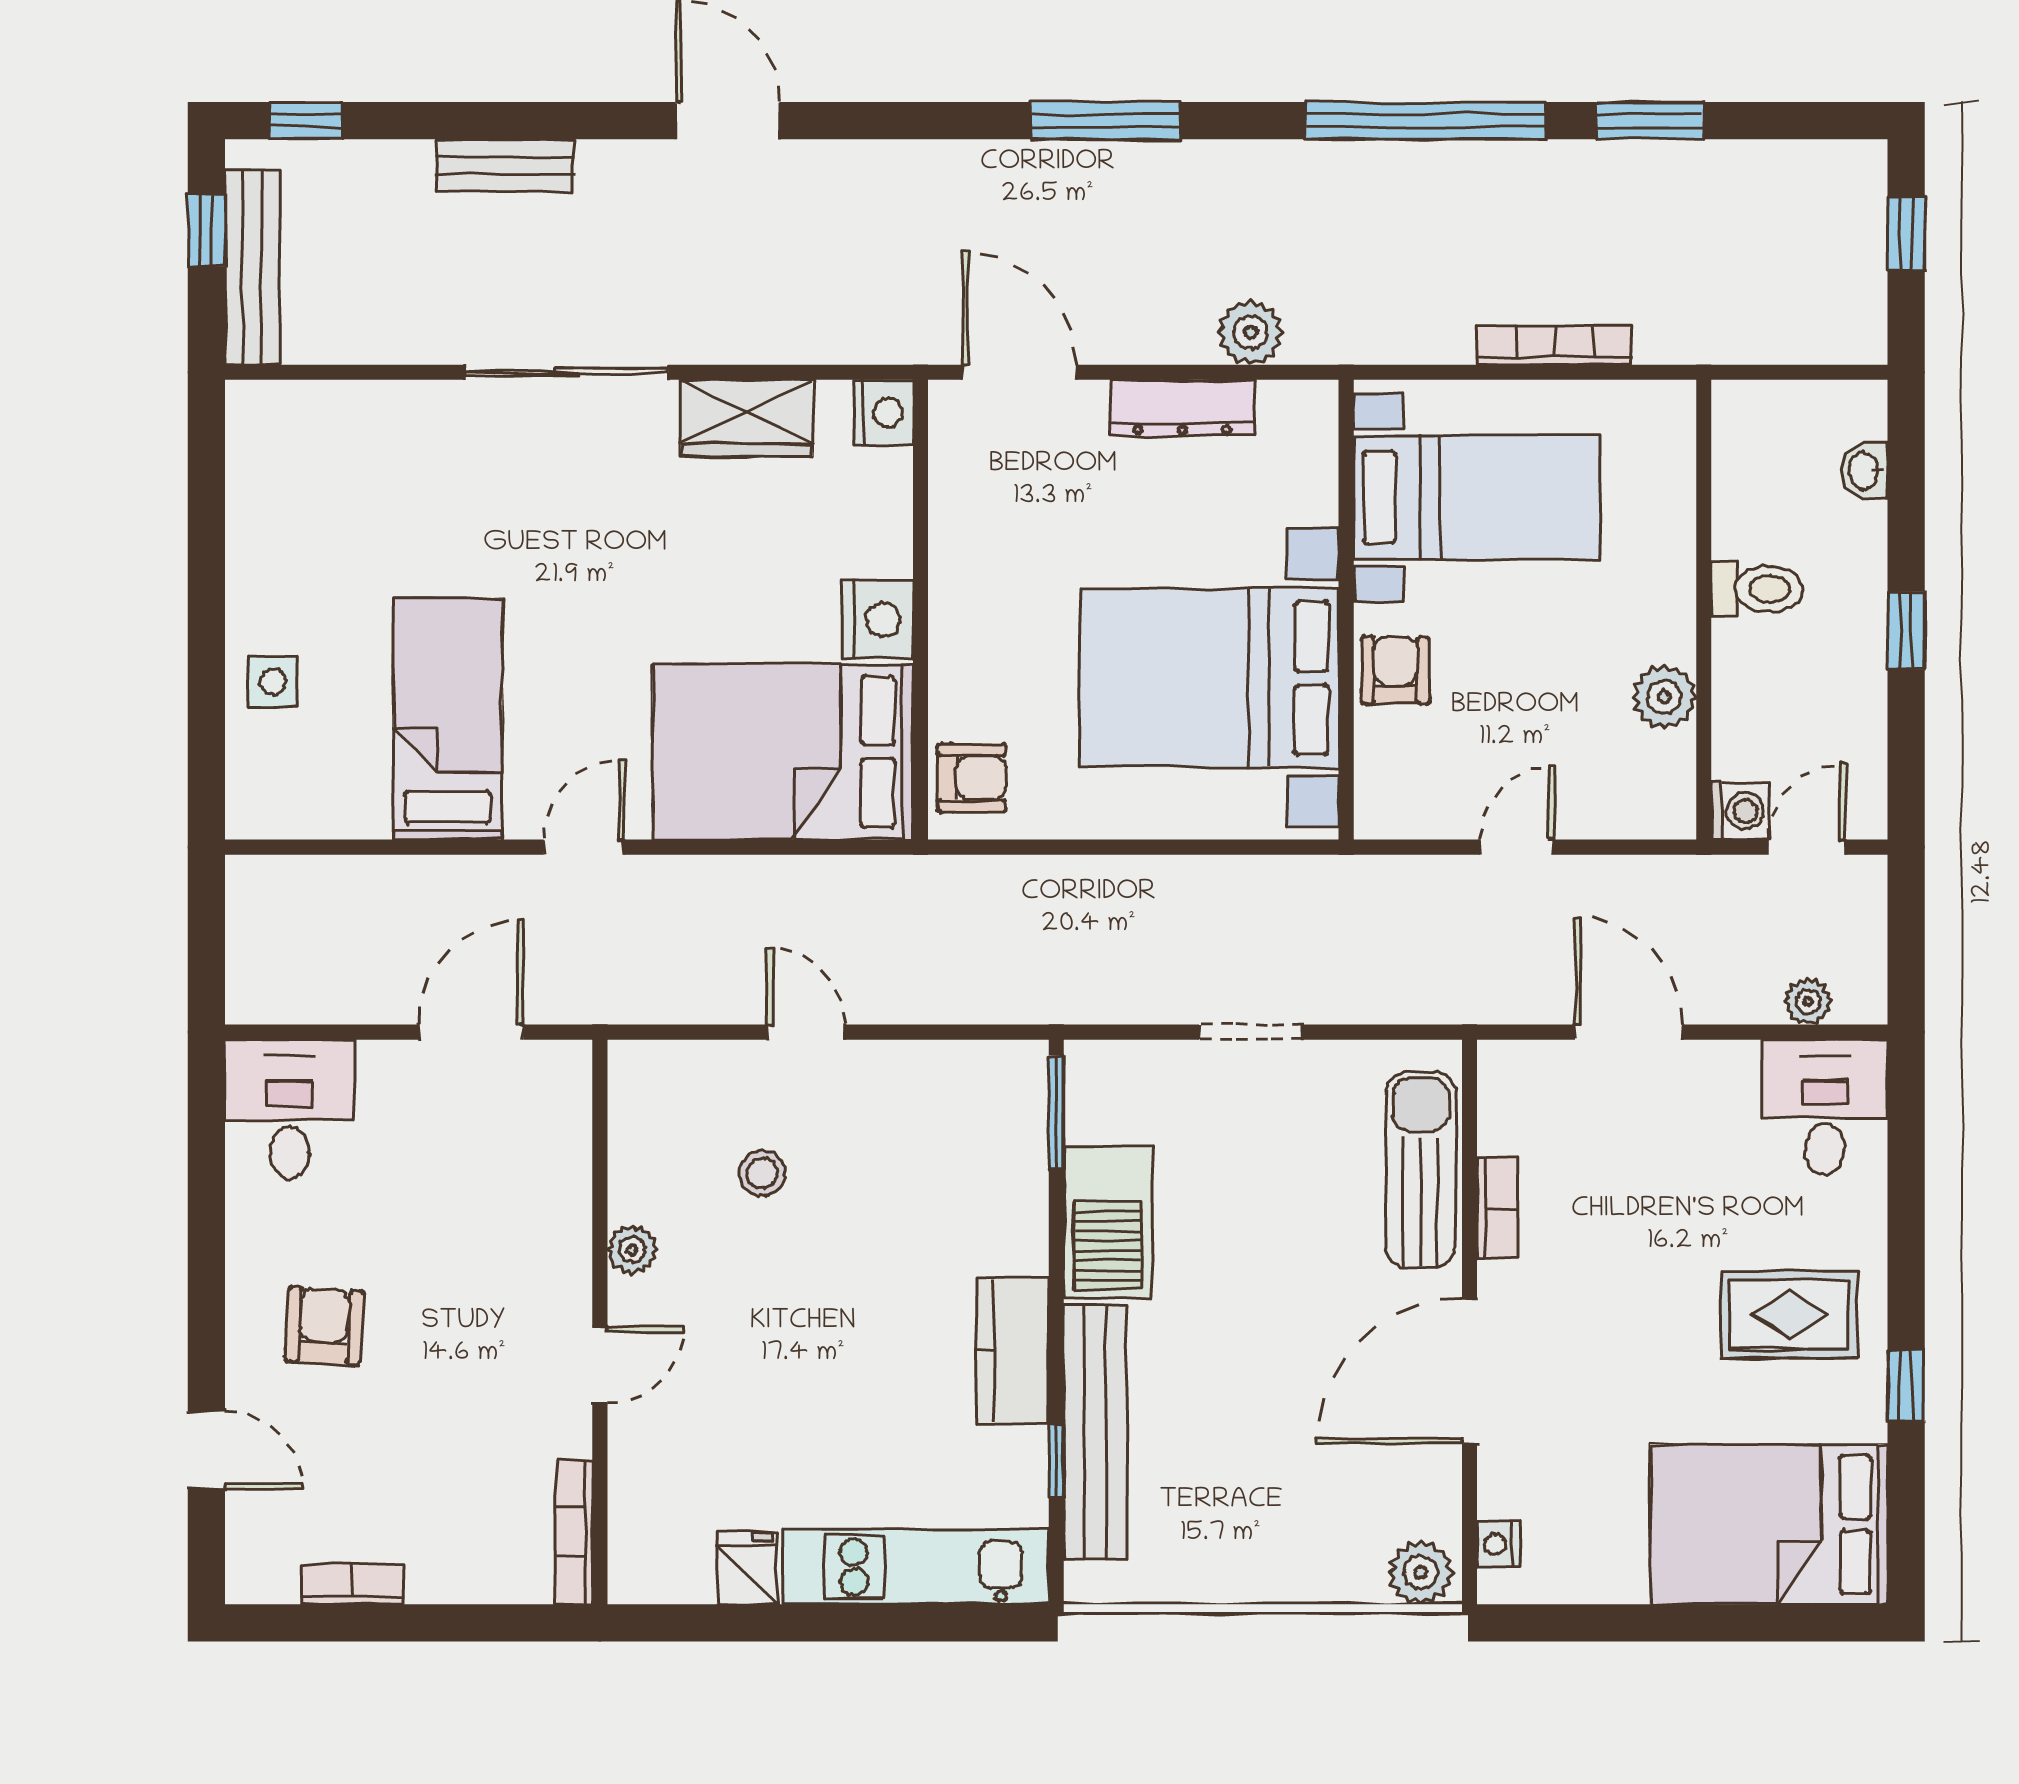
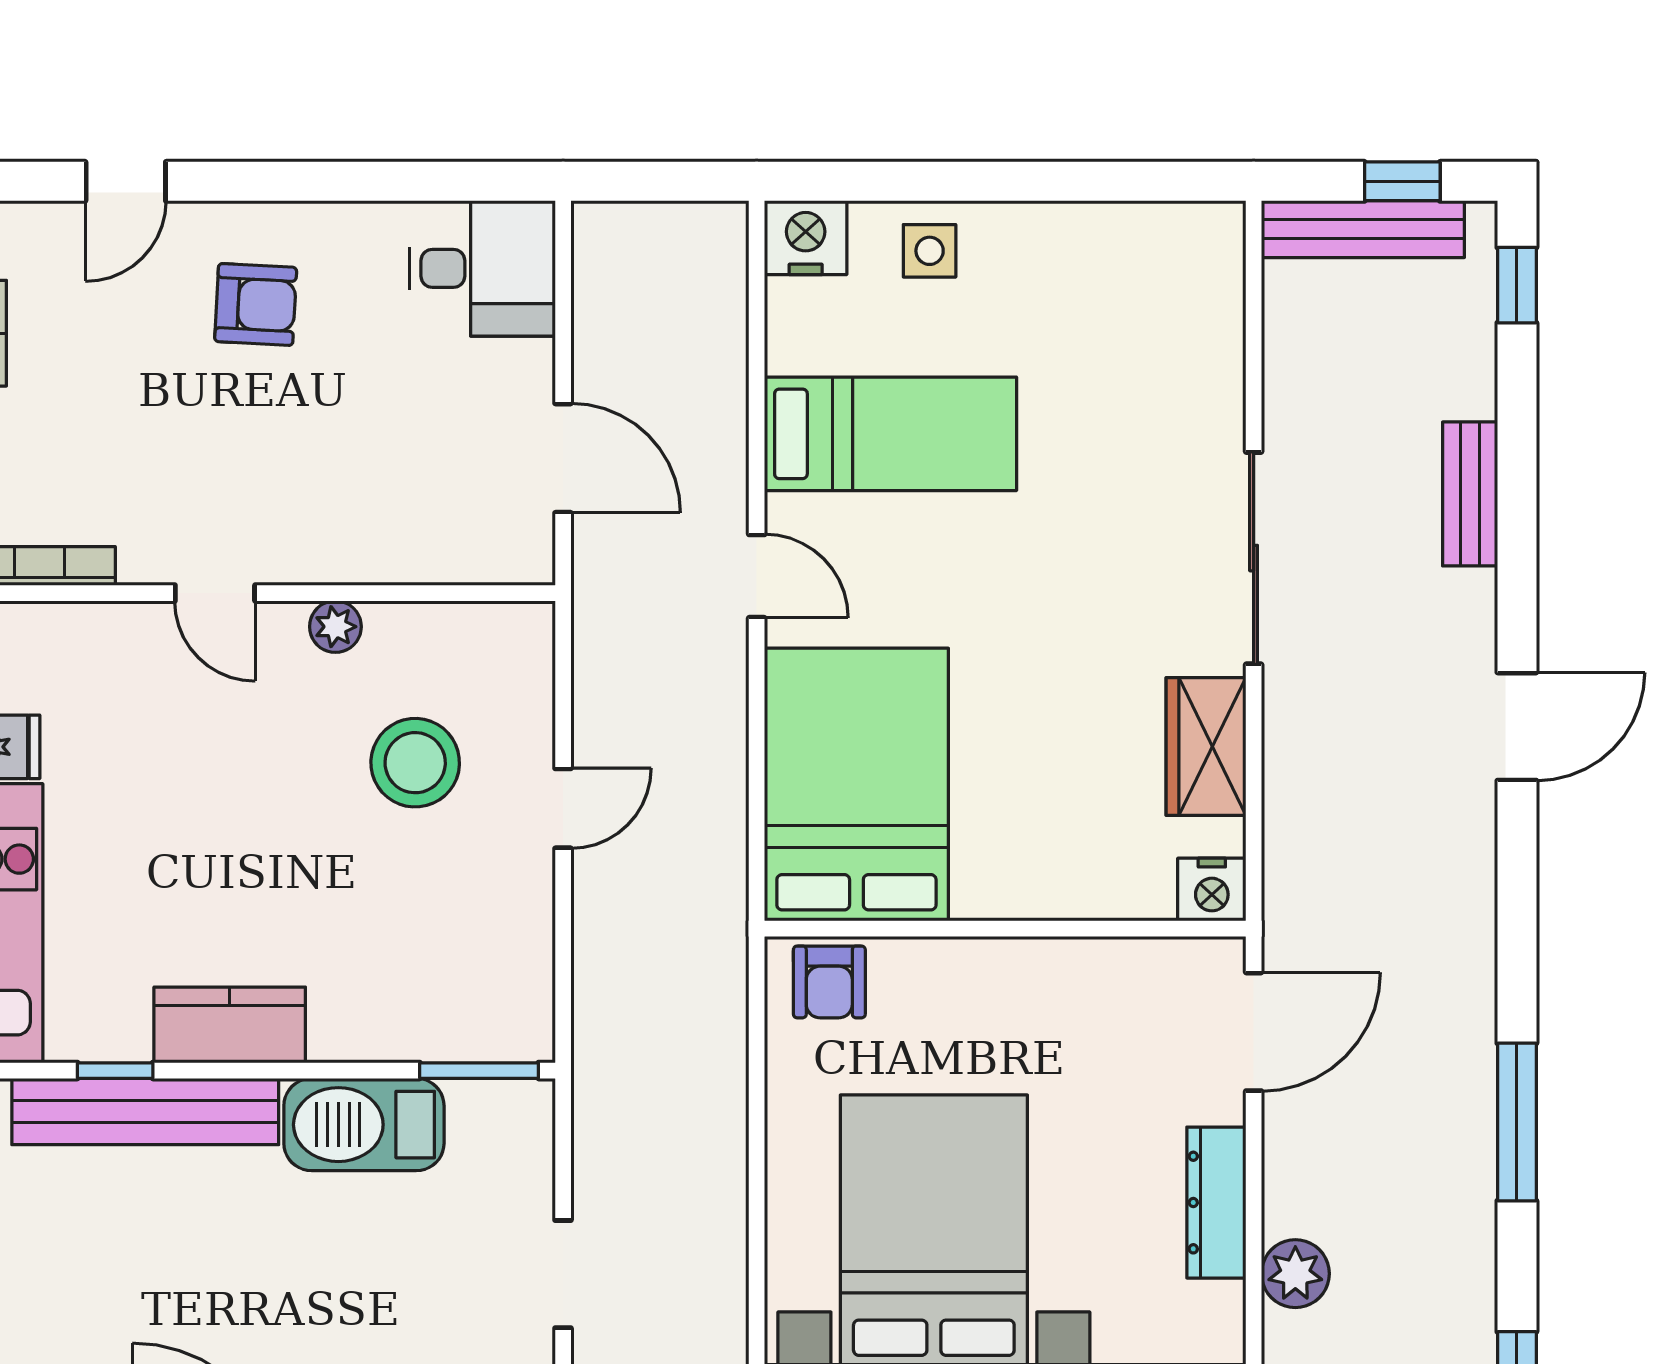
nightstand: (878, 620) -> (806, 238), moved, turned 180
stool: (762, 1173) -> (415, 763), width x1.89, depth x1.89

